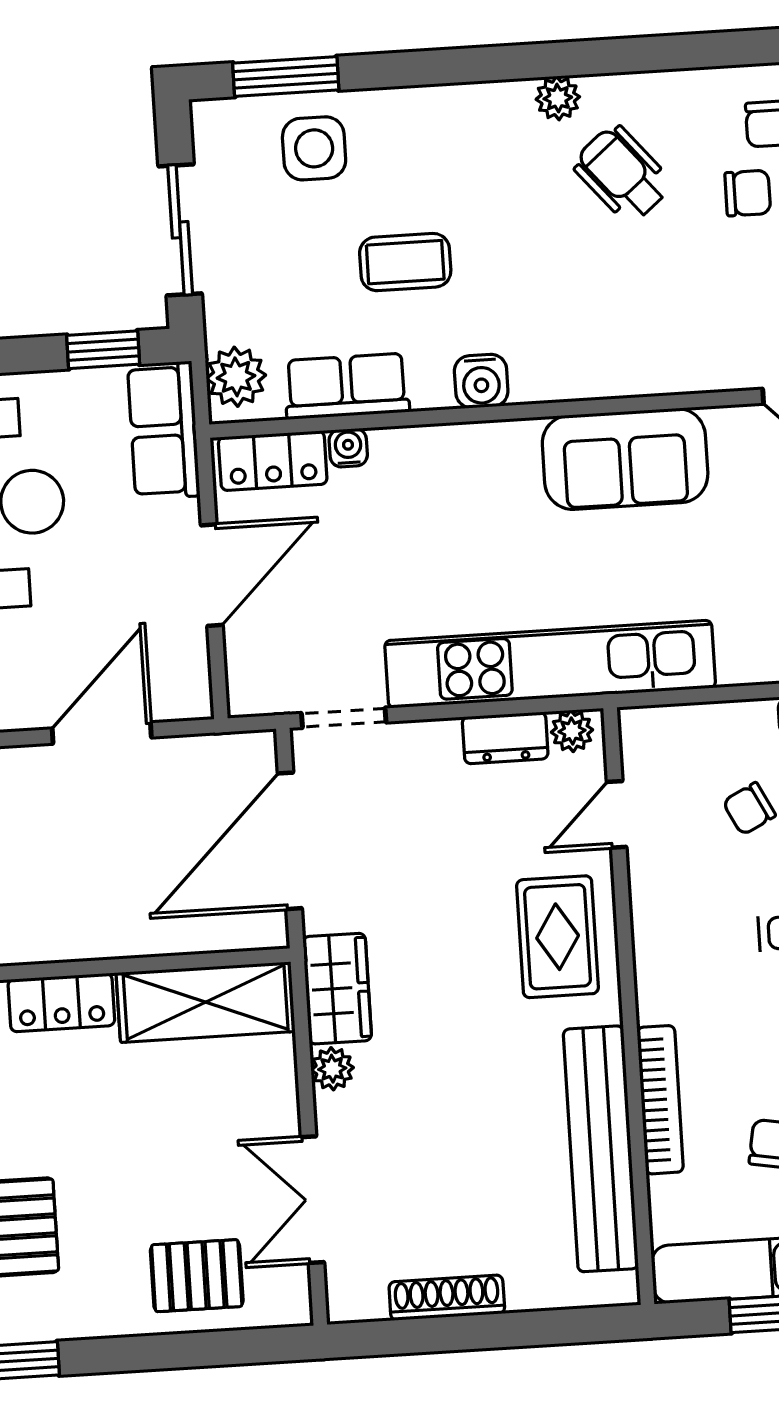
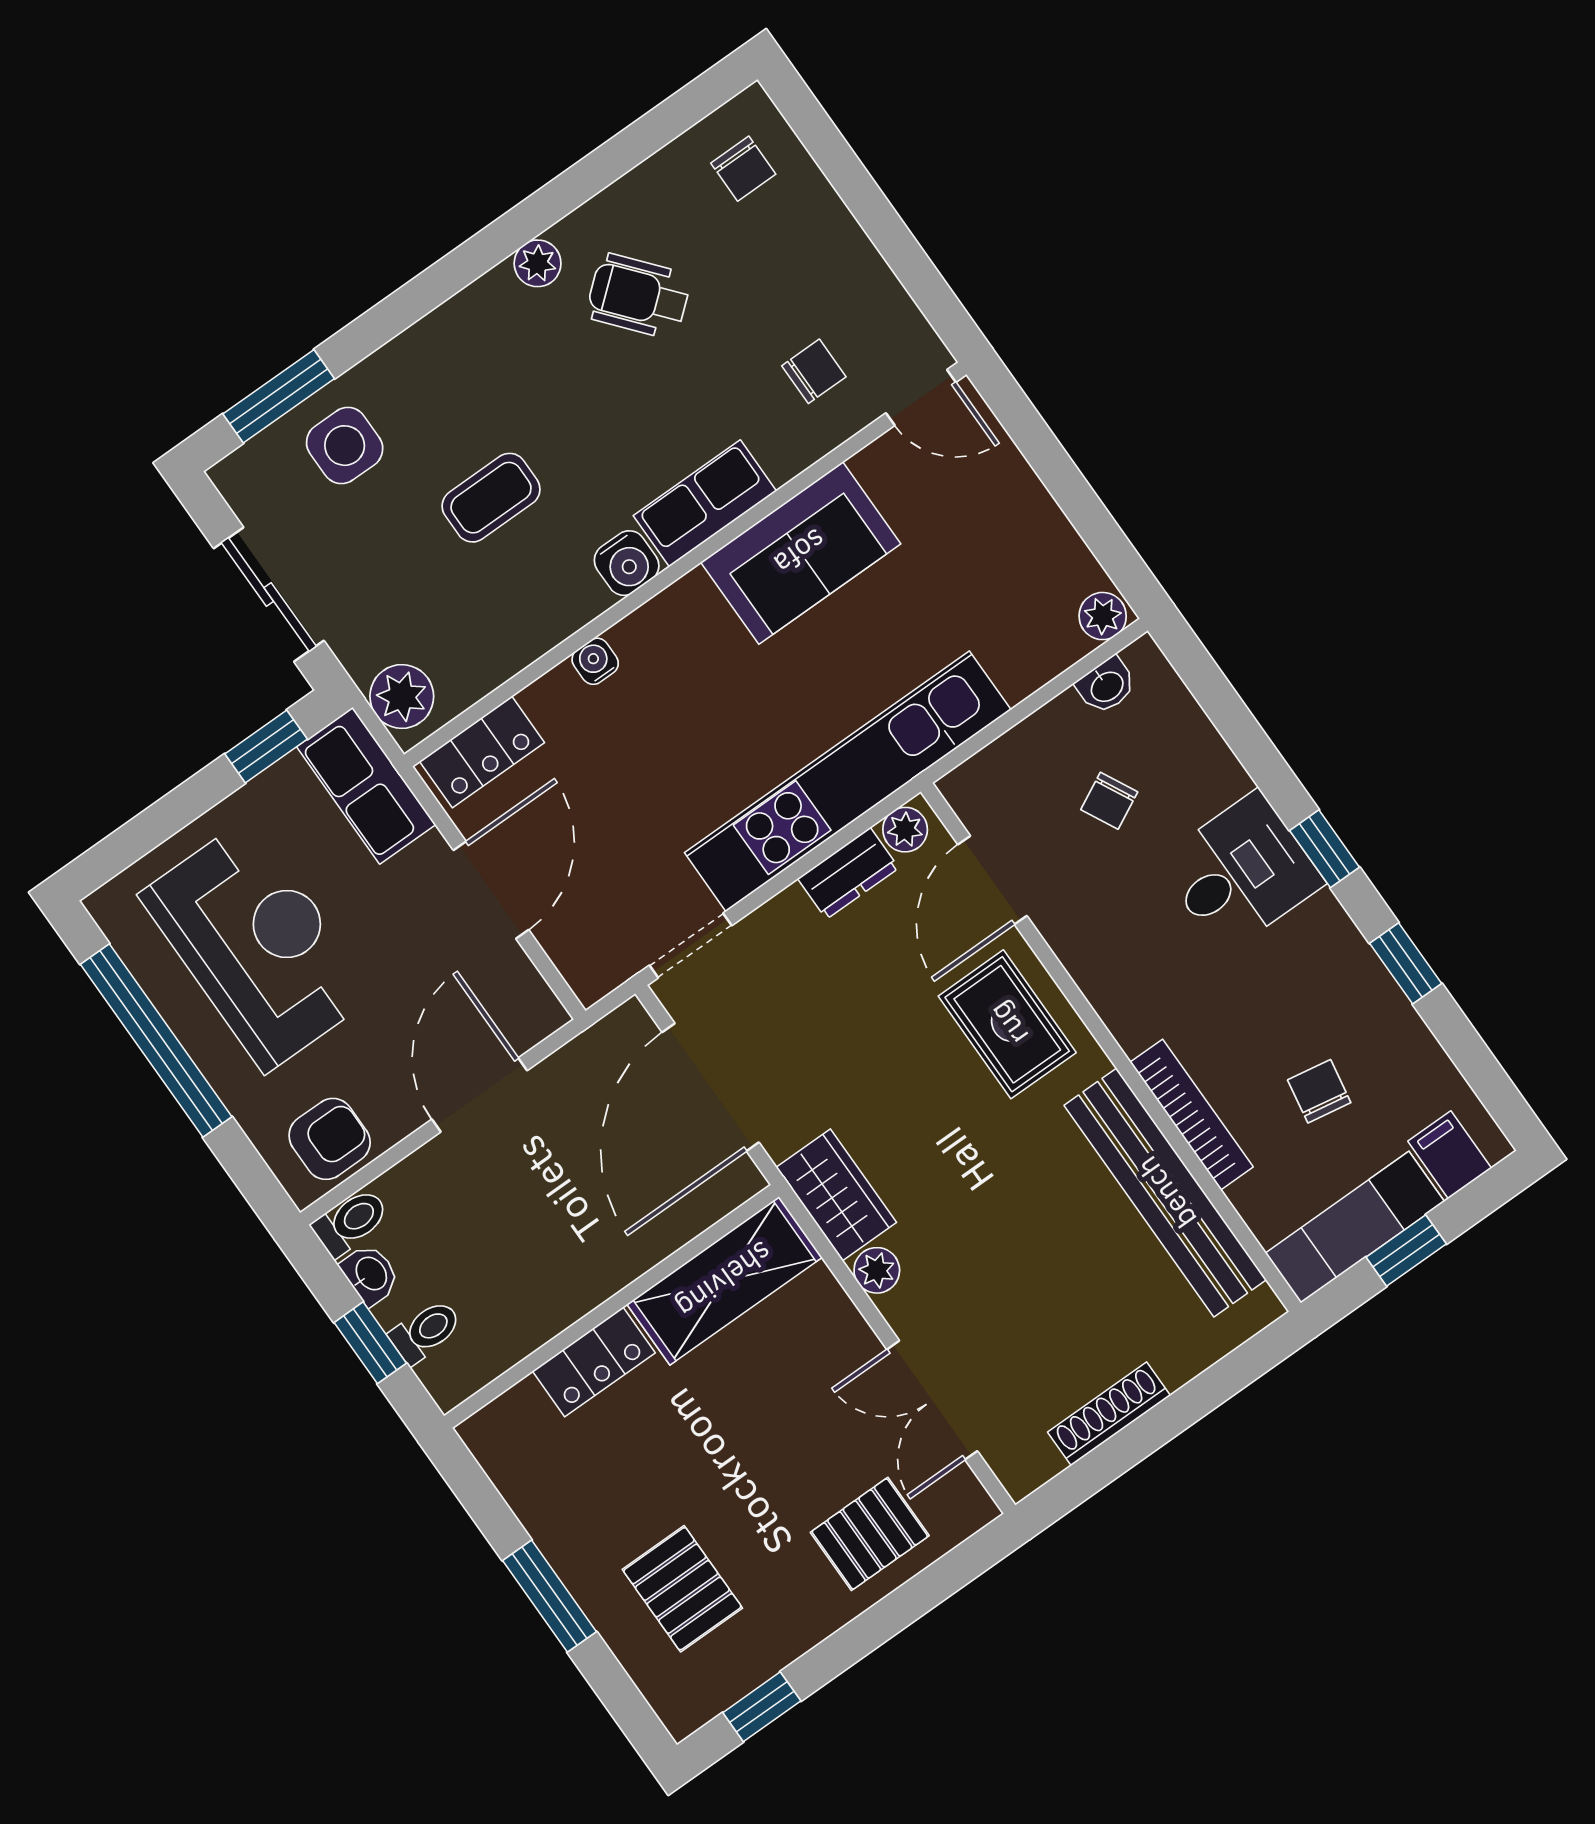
chair: (748, 193) -> (814, 371), moved
row of seats: (347, 386) -> (705, 503), moved
water cooler: (348, 448) -> (595, 661), moved
door: (617, 814) -> (992, 880), width x1.38

